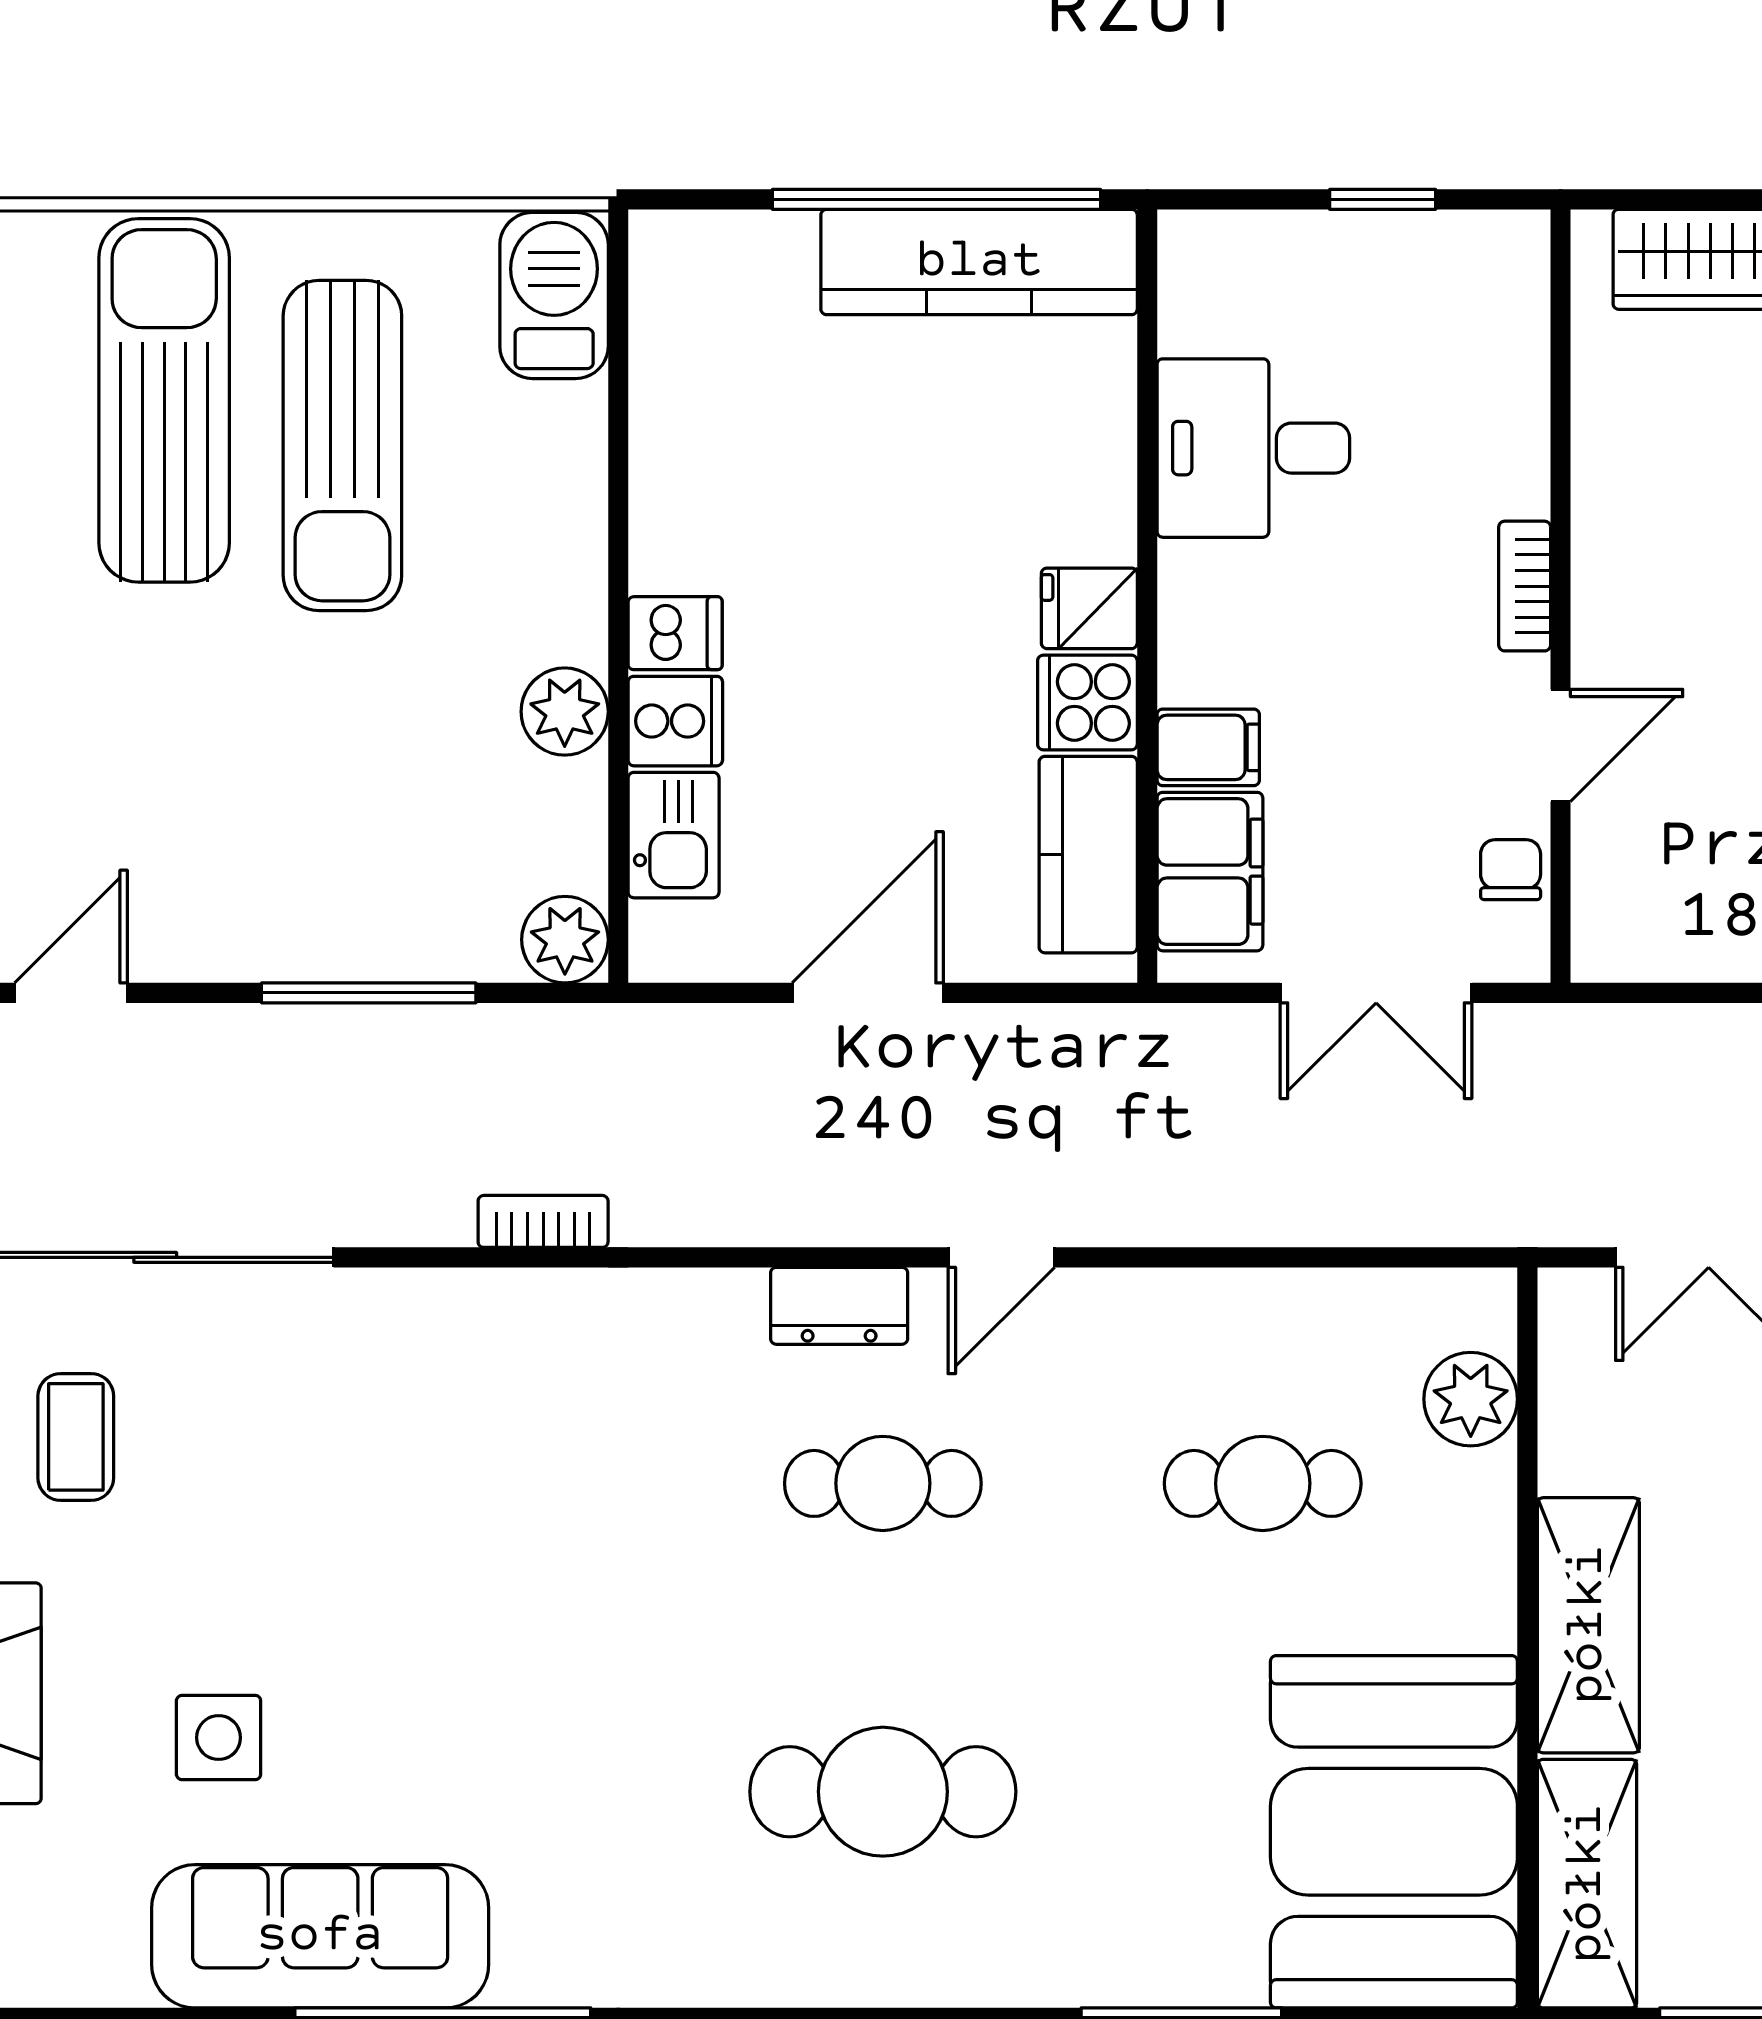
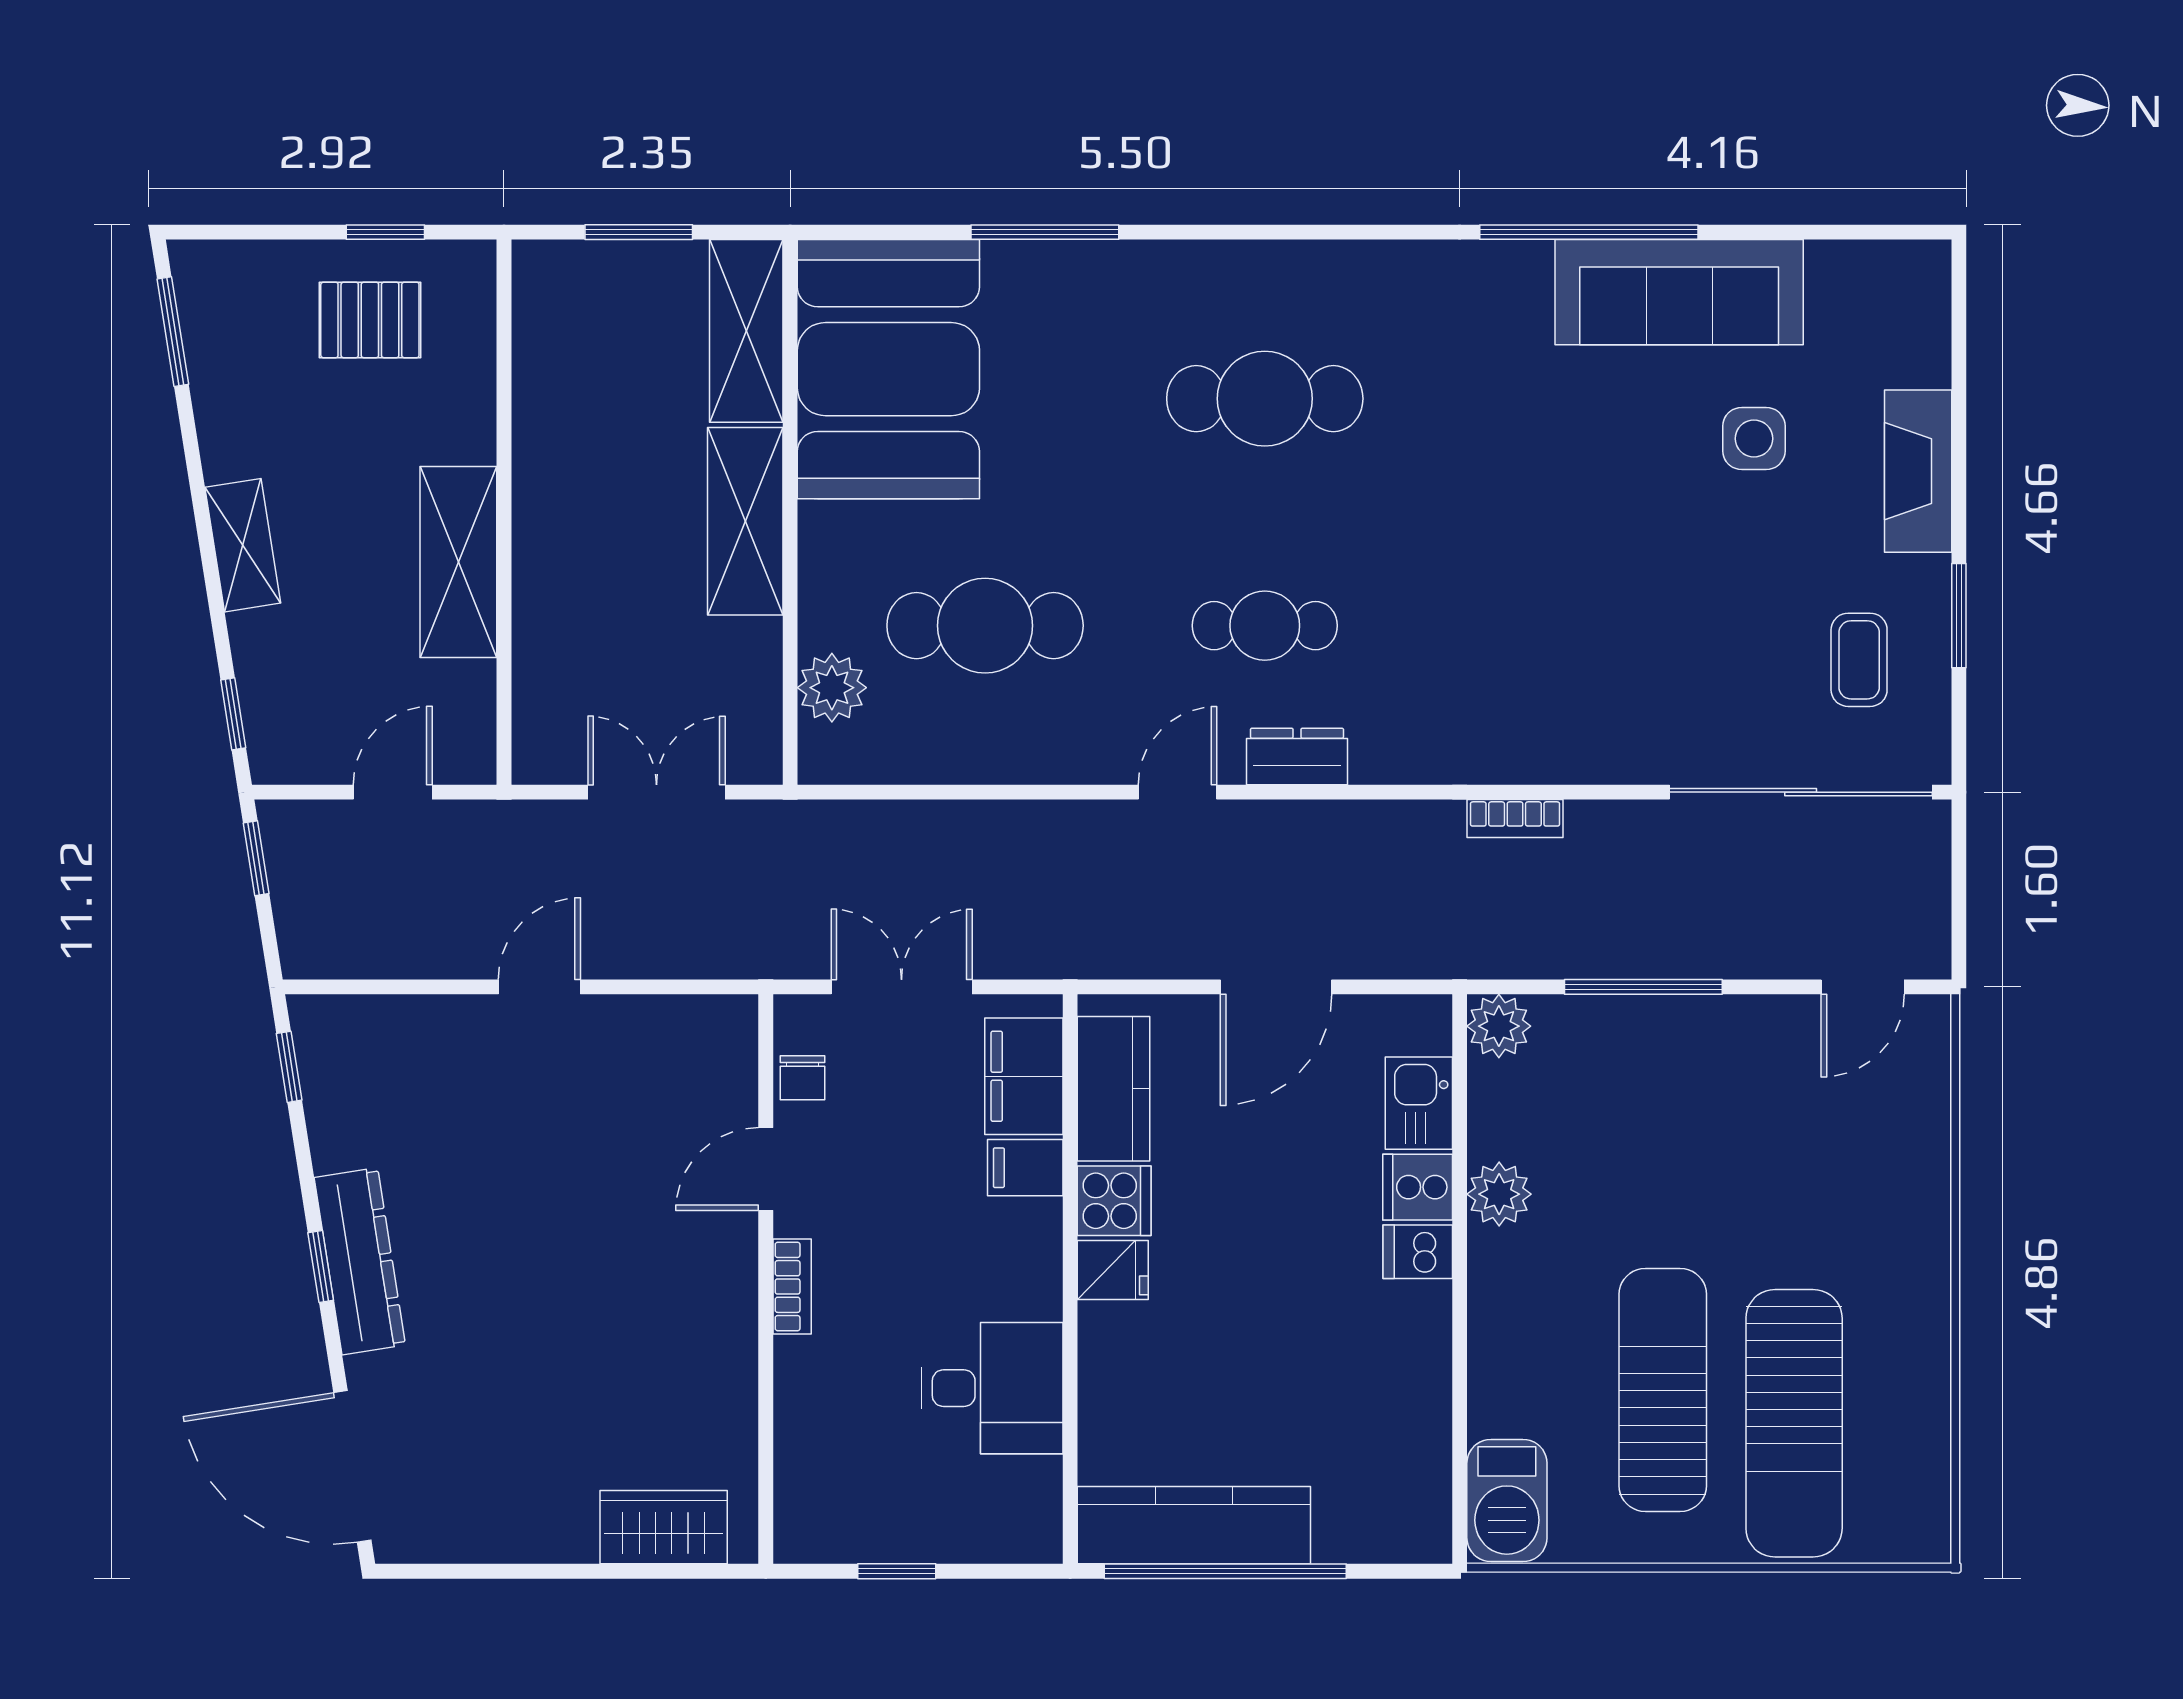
cafe table: (1263, 1483) -> (985, 626), width x1.37, depth x1.35

